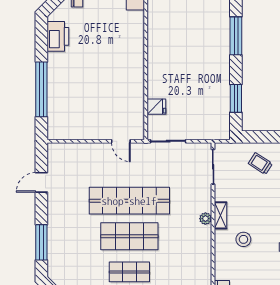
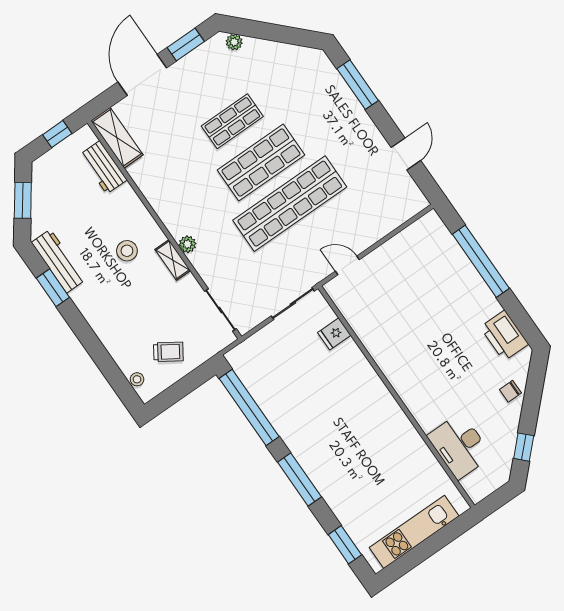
window: (236, 98) -> (249, 407), width x2.11

